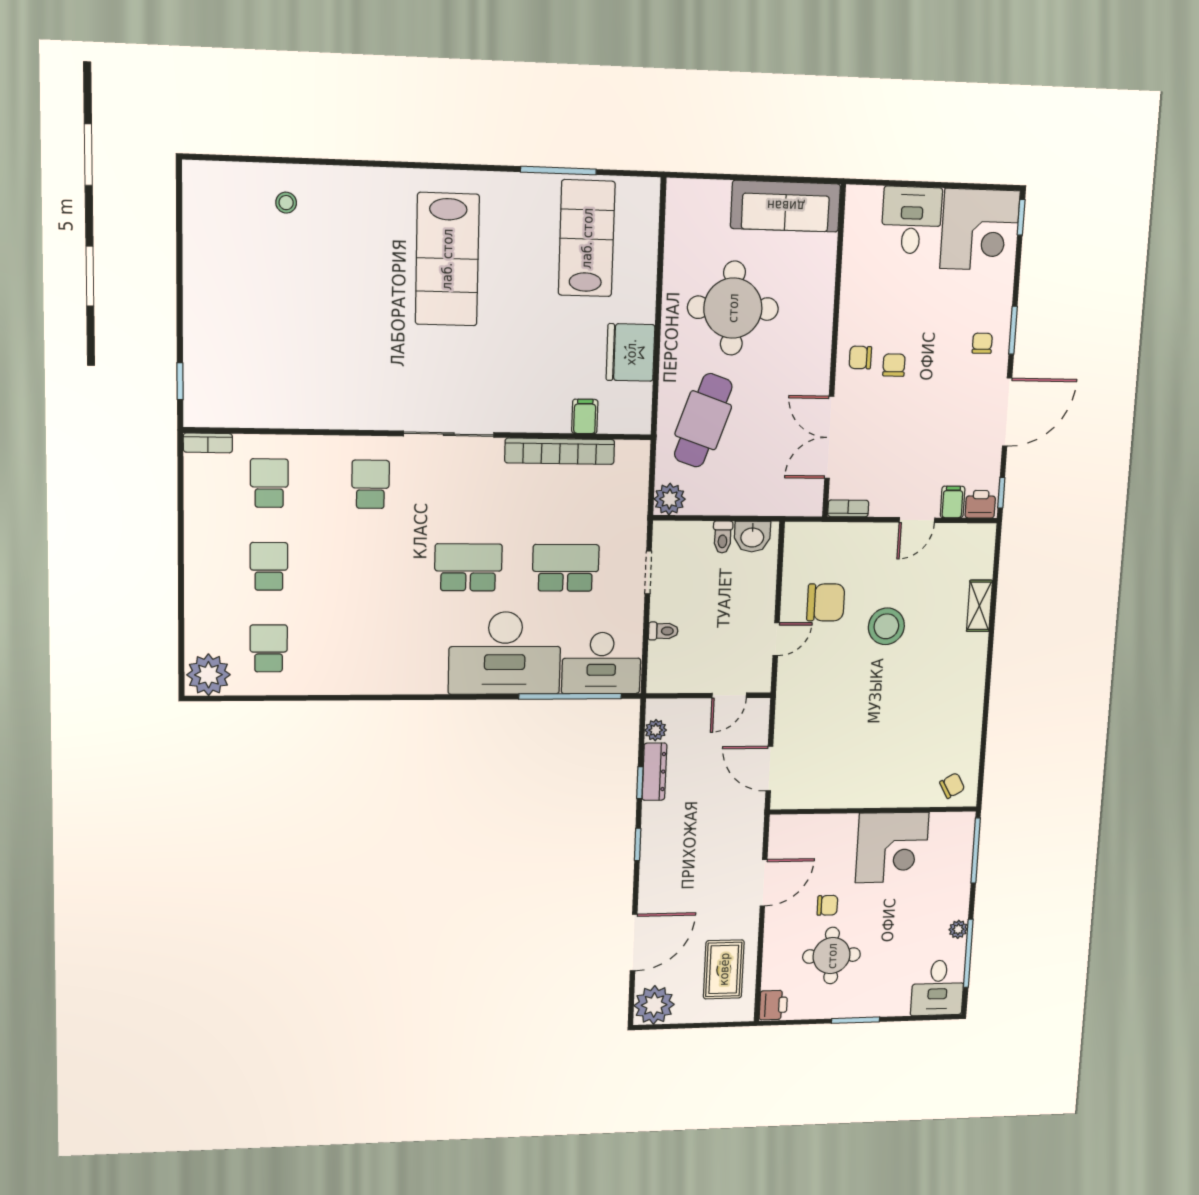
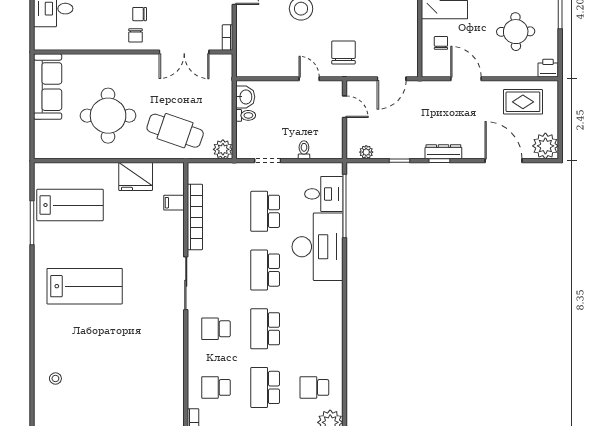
lab bench: (587, 238) -> (70, 205), turned 180
school desk: (269, 566) -> (265, 387), width x1.85
school desk: (369, 567) -> (265, 329), added
chair: (826, 602) -> (343, 52), moved
desk: (601, 663) -> (324, 194), width x0.73
dresser: (654, 772) -> (443, 152), moved
chair: (827, 905) -> (441, 43), moved

